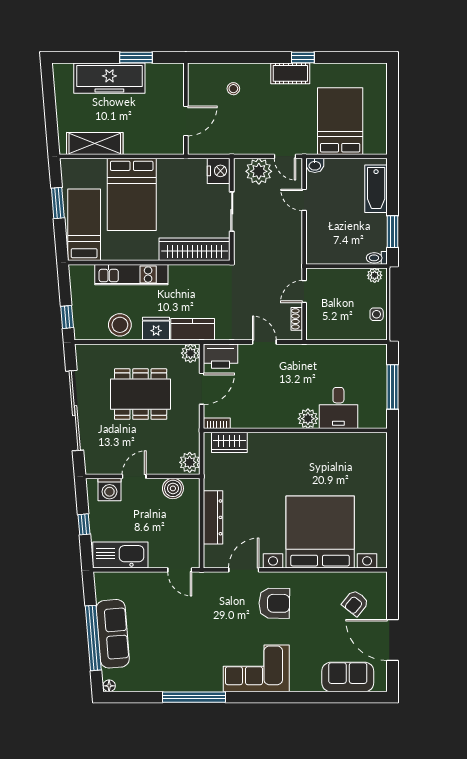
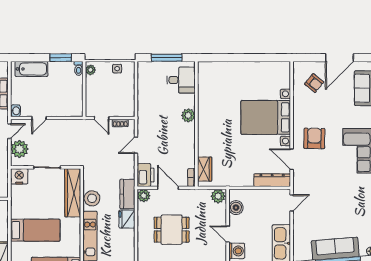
bed: (132, 194) -> (35, 230), width x0.67
stool: (120, 325) -> (92, 198), moved
dining table: (141, 394) -> (172, 230), width x0.73
desk: (338, 408) -> (181, 80), moved
dresser: (213, 517) -> (272, 180), moved
bed with nightstands: (320, 532) -> (266, 117), width x0.73

